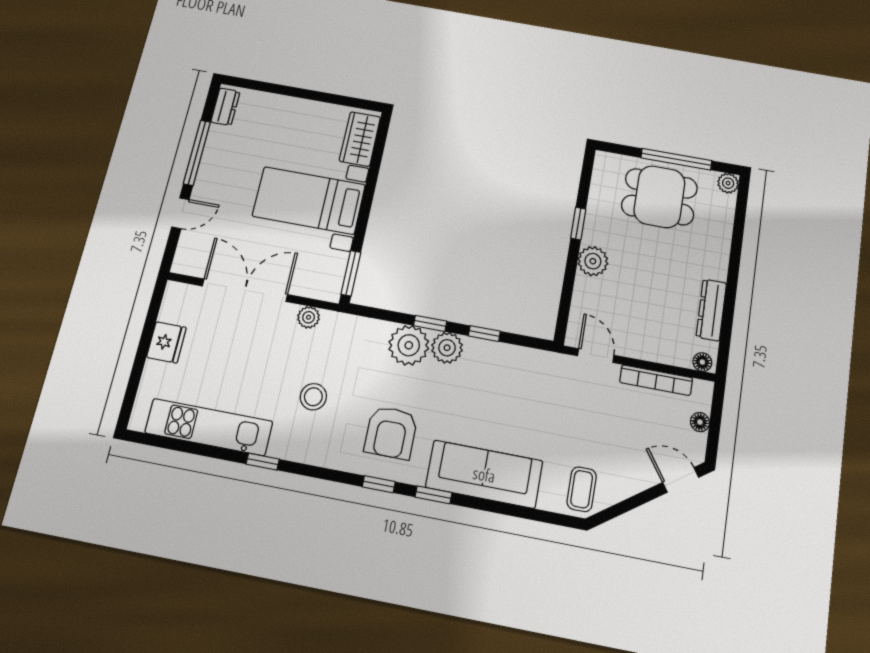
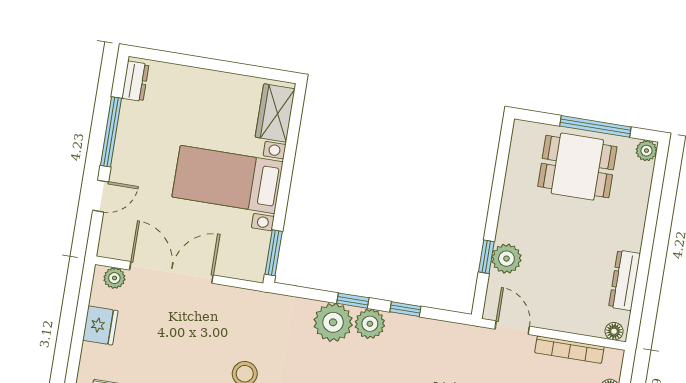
window: (578, 224) -> (486, 257), moved
plant: (593, 261) -> (506, 259), moved
plant: (309, 317) -> (114, 278), moved

